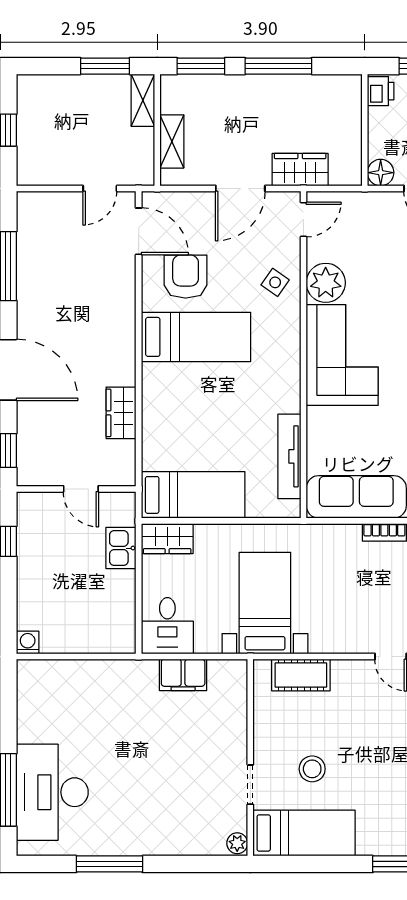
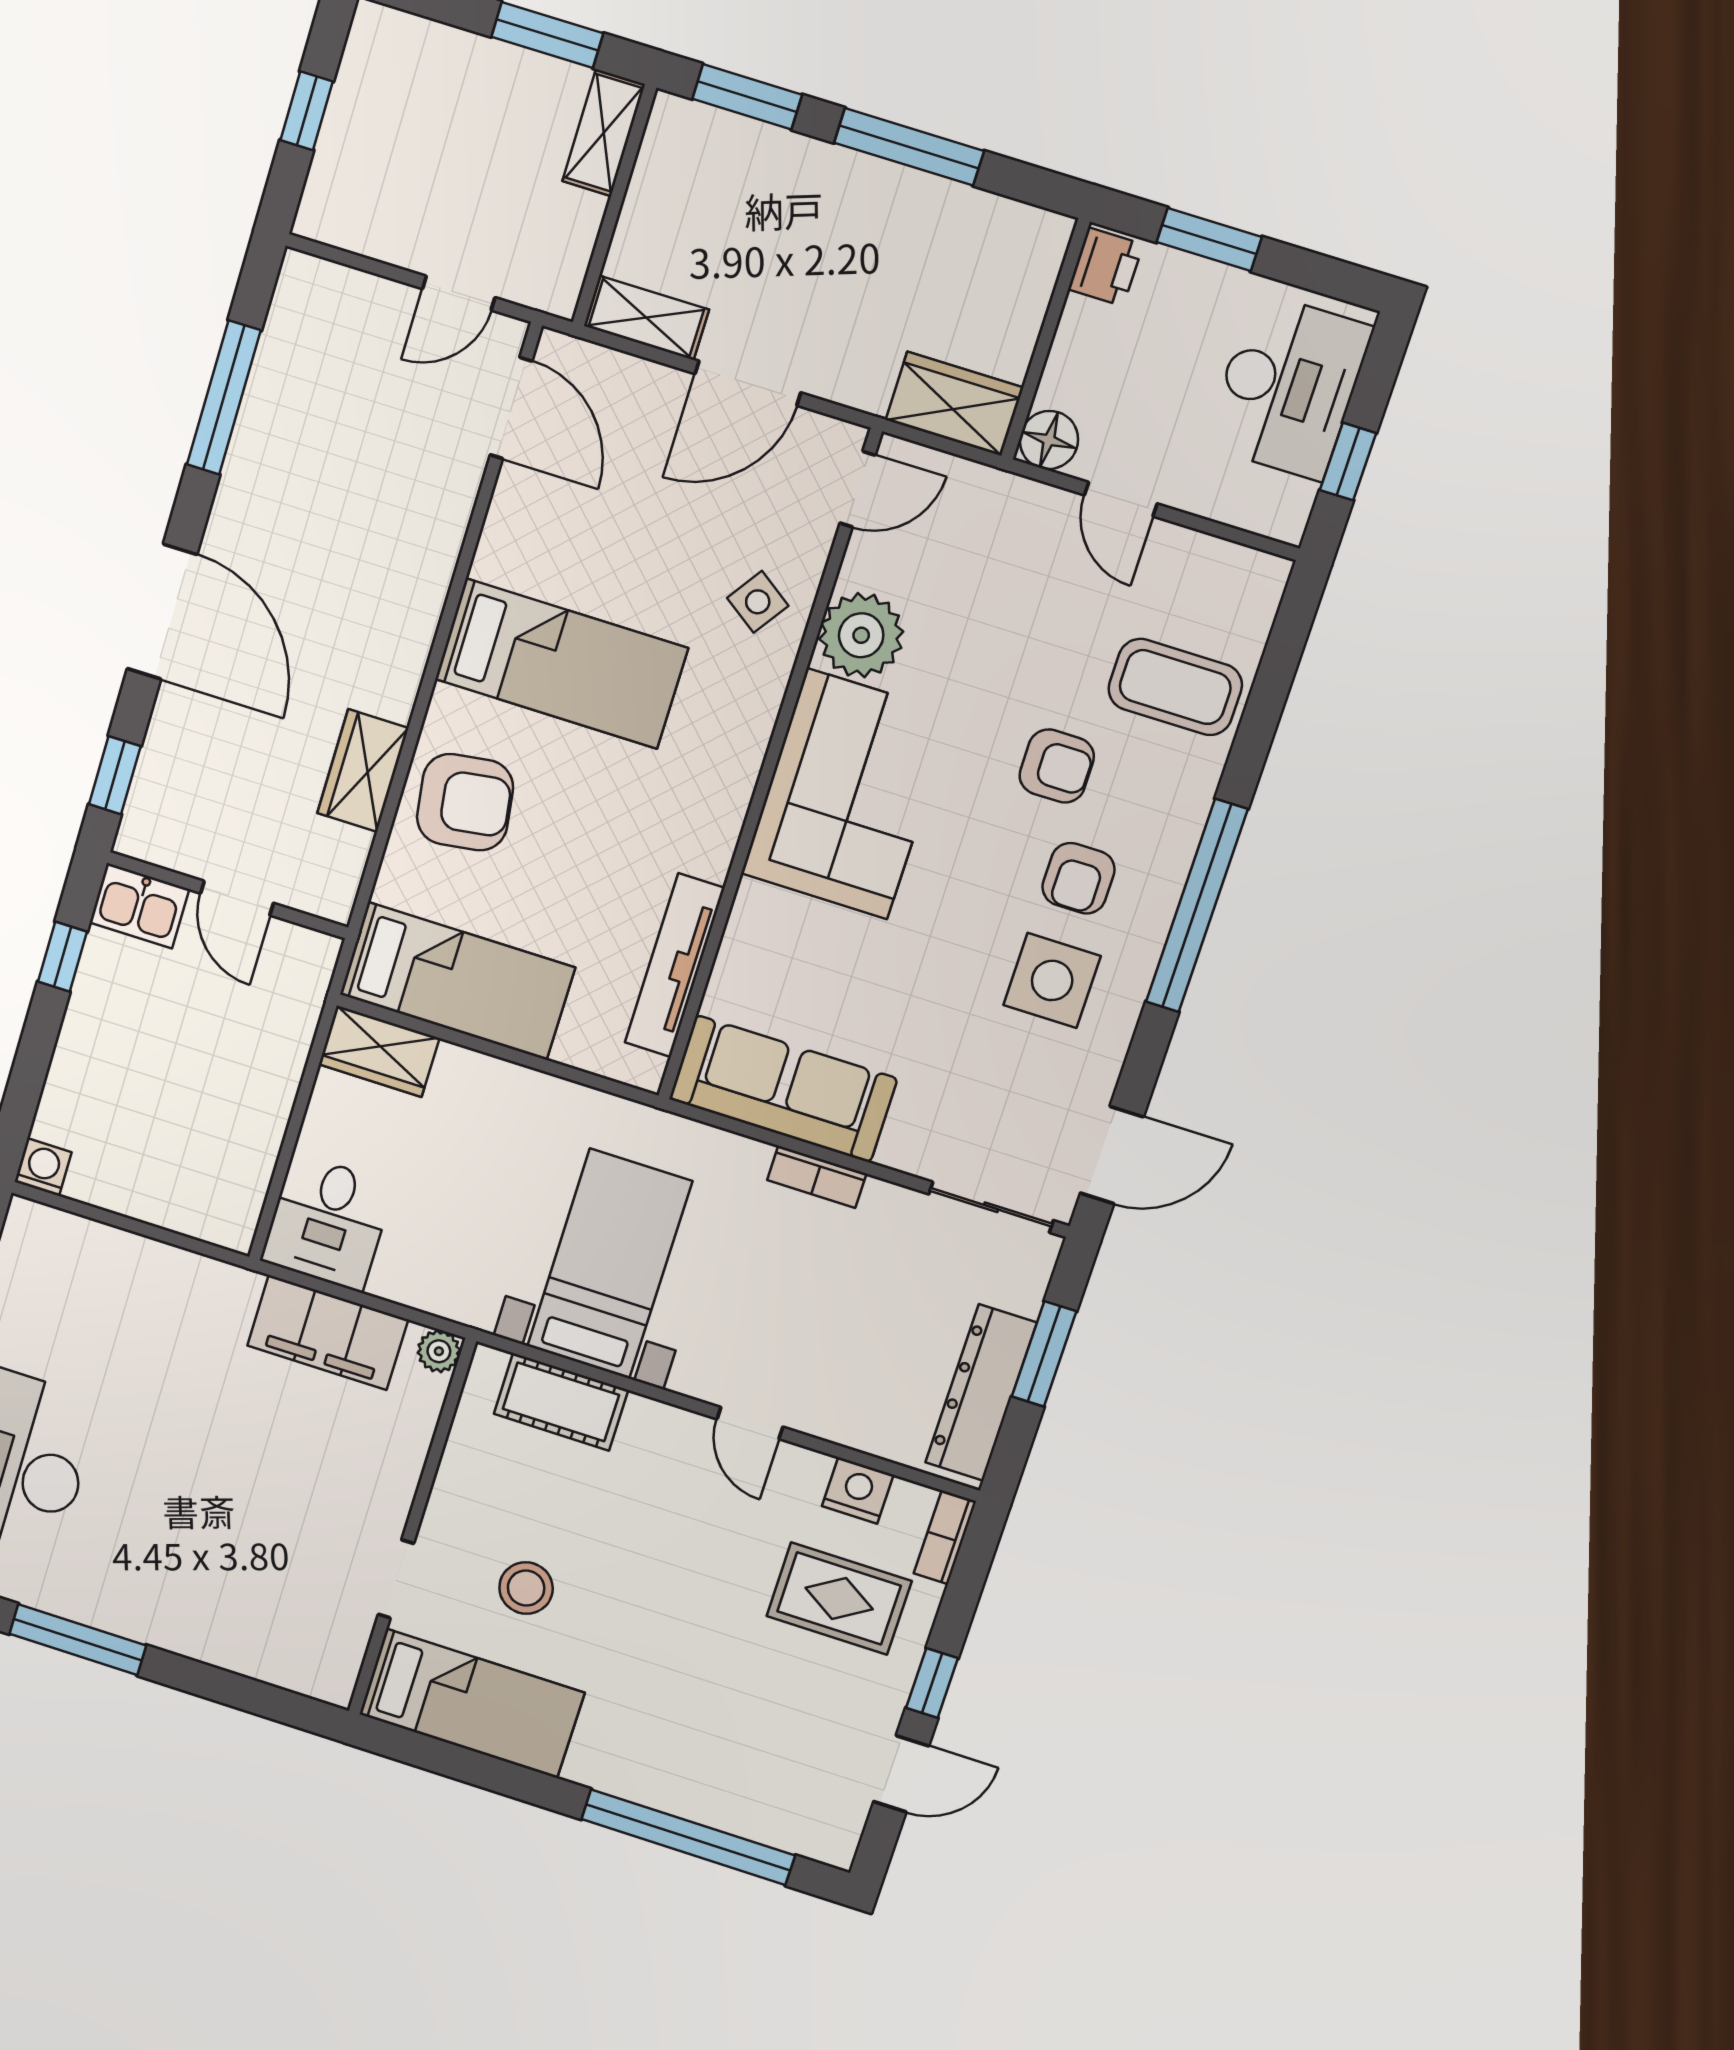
shelving: (172, 141) -> (646, 318), moved, turned 90
wardrobe: (300, 170) -> (954, 404), moved
armchair: (186, 277) -> (465, 802), moved, turned 82
kitchen sink: (121, 548) -> (139, 906), moved, turned -90
bed with nightstands: (265, 603) -> (610, 1264), moved
filing cabinet: (183, 675) -> (328, 1332), width x1.50, depth x1.17
plant: (237, 843) -> (439, 1351), moved

